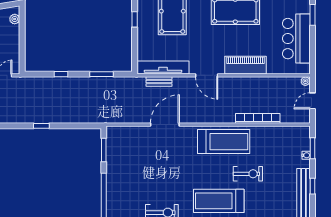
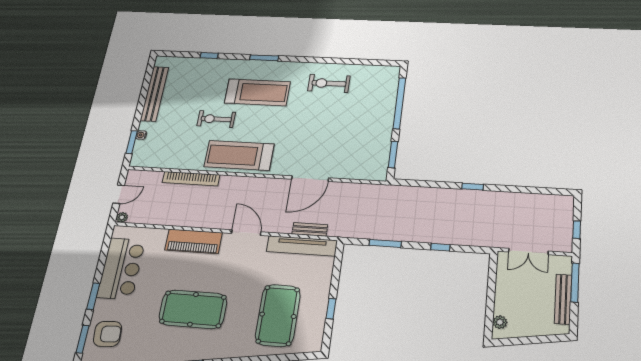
window: (312, 186) -> (142, 102), removed

